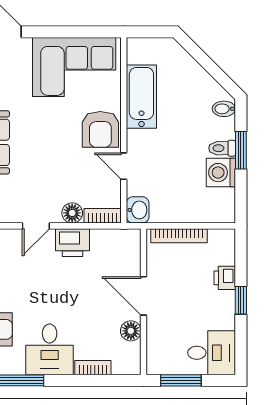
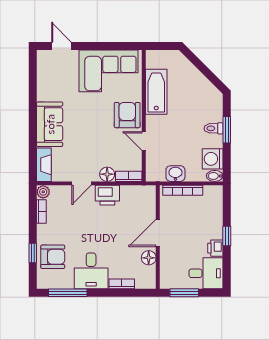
bidet: (224, 109) -> (215, 176), moved
armchair: (100, 129) -> (127, 115), turned 180
washing machine: (221, 173) -> (213, 159), moved
washbasin: (138, 210) -> (175, 174), moved, turned -90
printer: (225, 278) -> (215, 248), moved
door: (144, 296) -> (158, 233), hinge flipped

